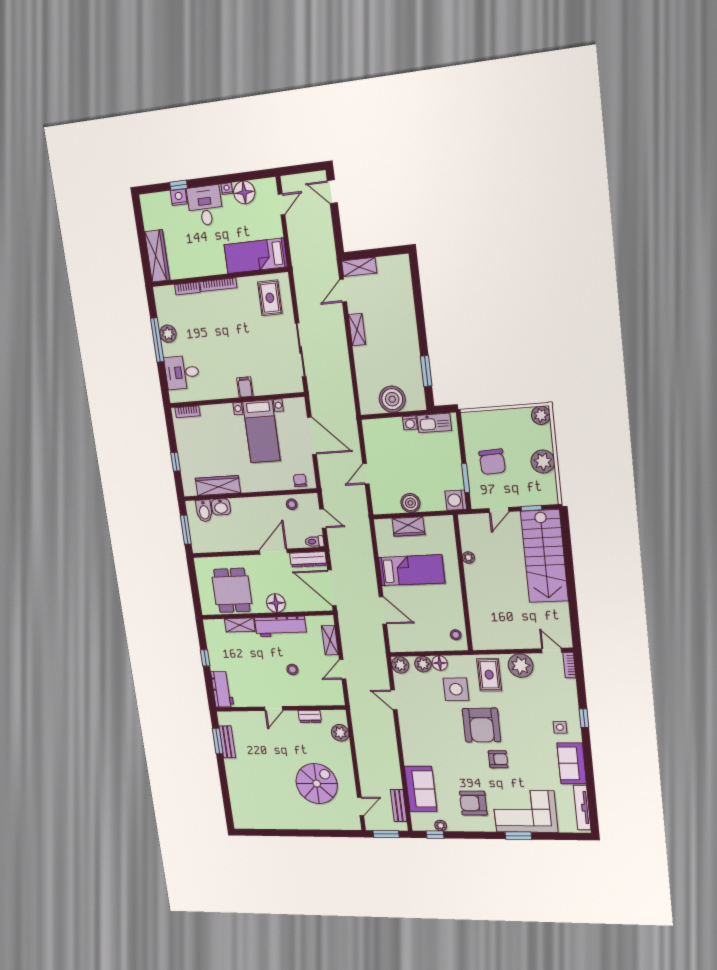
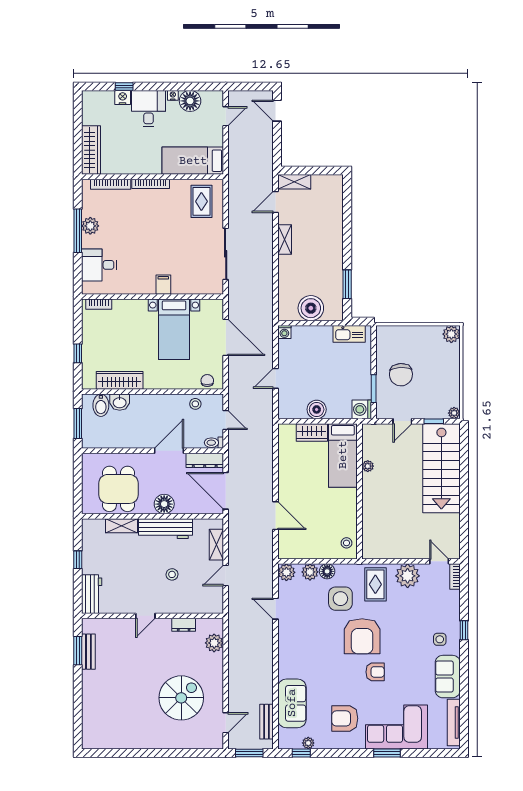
bookcase: (187, 288) -> (111, 184), width x1.56
washing machine: (410, 423) -> (284, 332), moved
plant: (543, 461) -> (454, 413), moved, width x0.53, depth x0.53
bed: (412, 570) -> (343, 455), moved, turned 90

